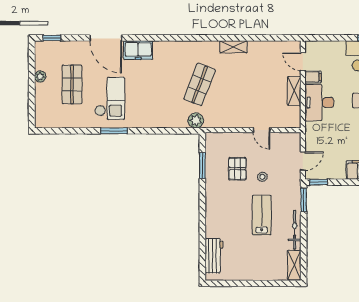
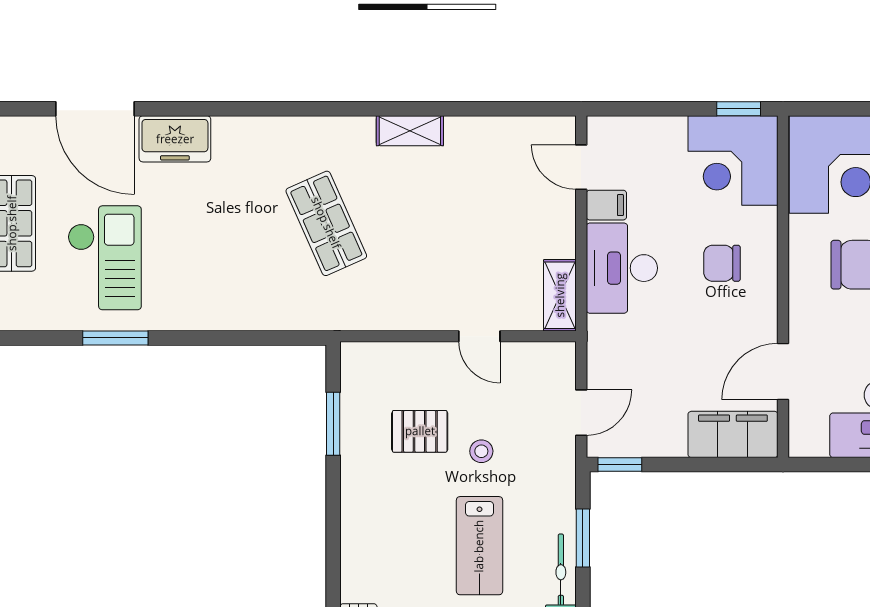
shop shelf: (200, 84) -> (326, 223), turned -45
shelving: (294, 91) -> (560, 295), moved
plant: (196, 120) -> (317, 312), removed
pallet: (237, 169) -> (420, 431), turned 90
window: (304, 200) -> (583, 538), moved
lab bench: (262, 215) -> (479, 546), turned 180

